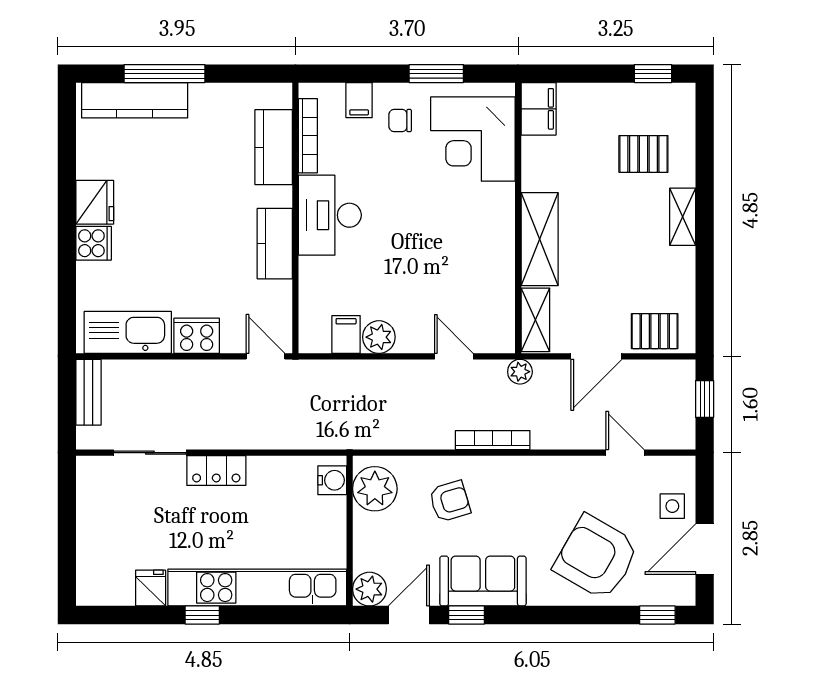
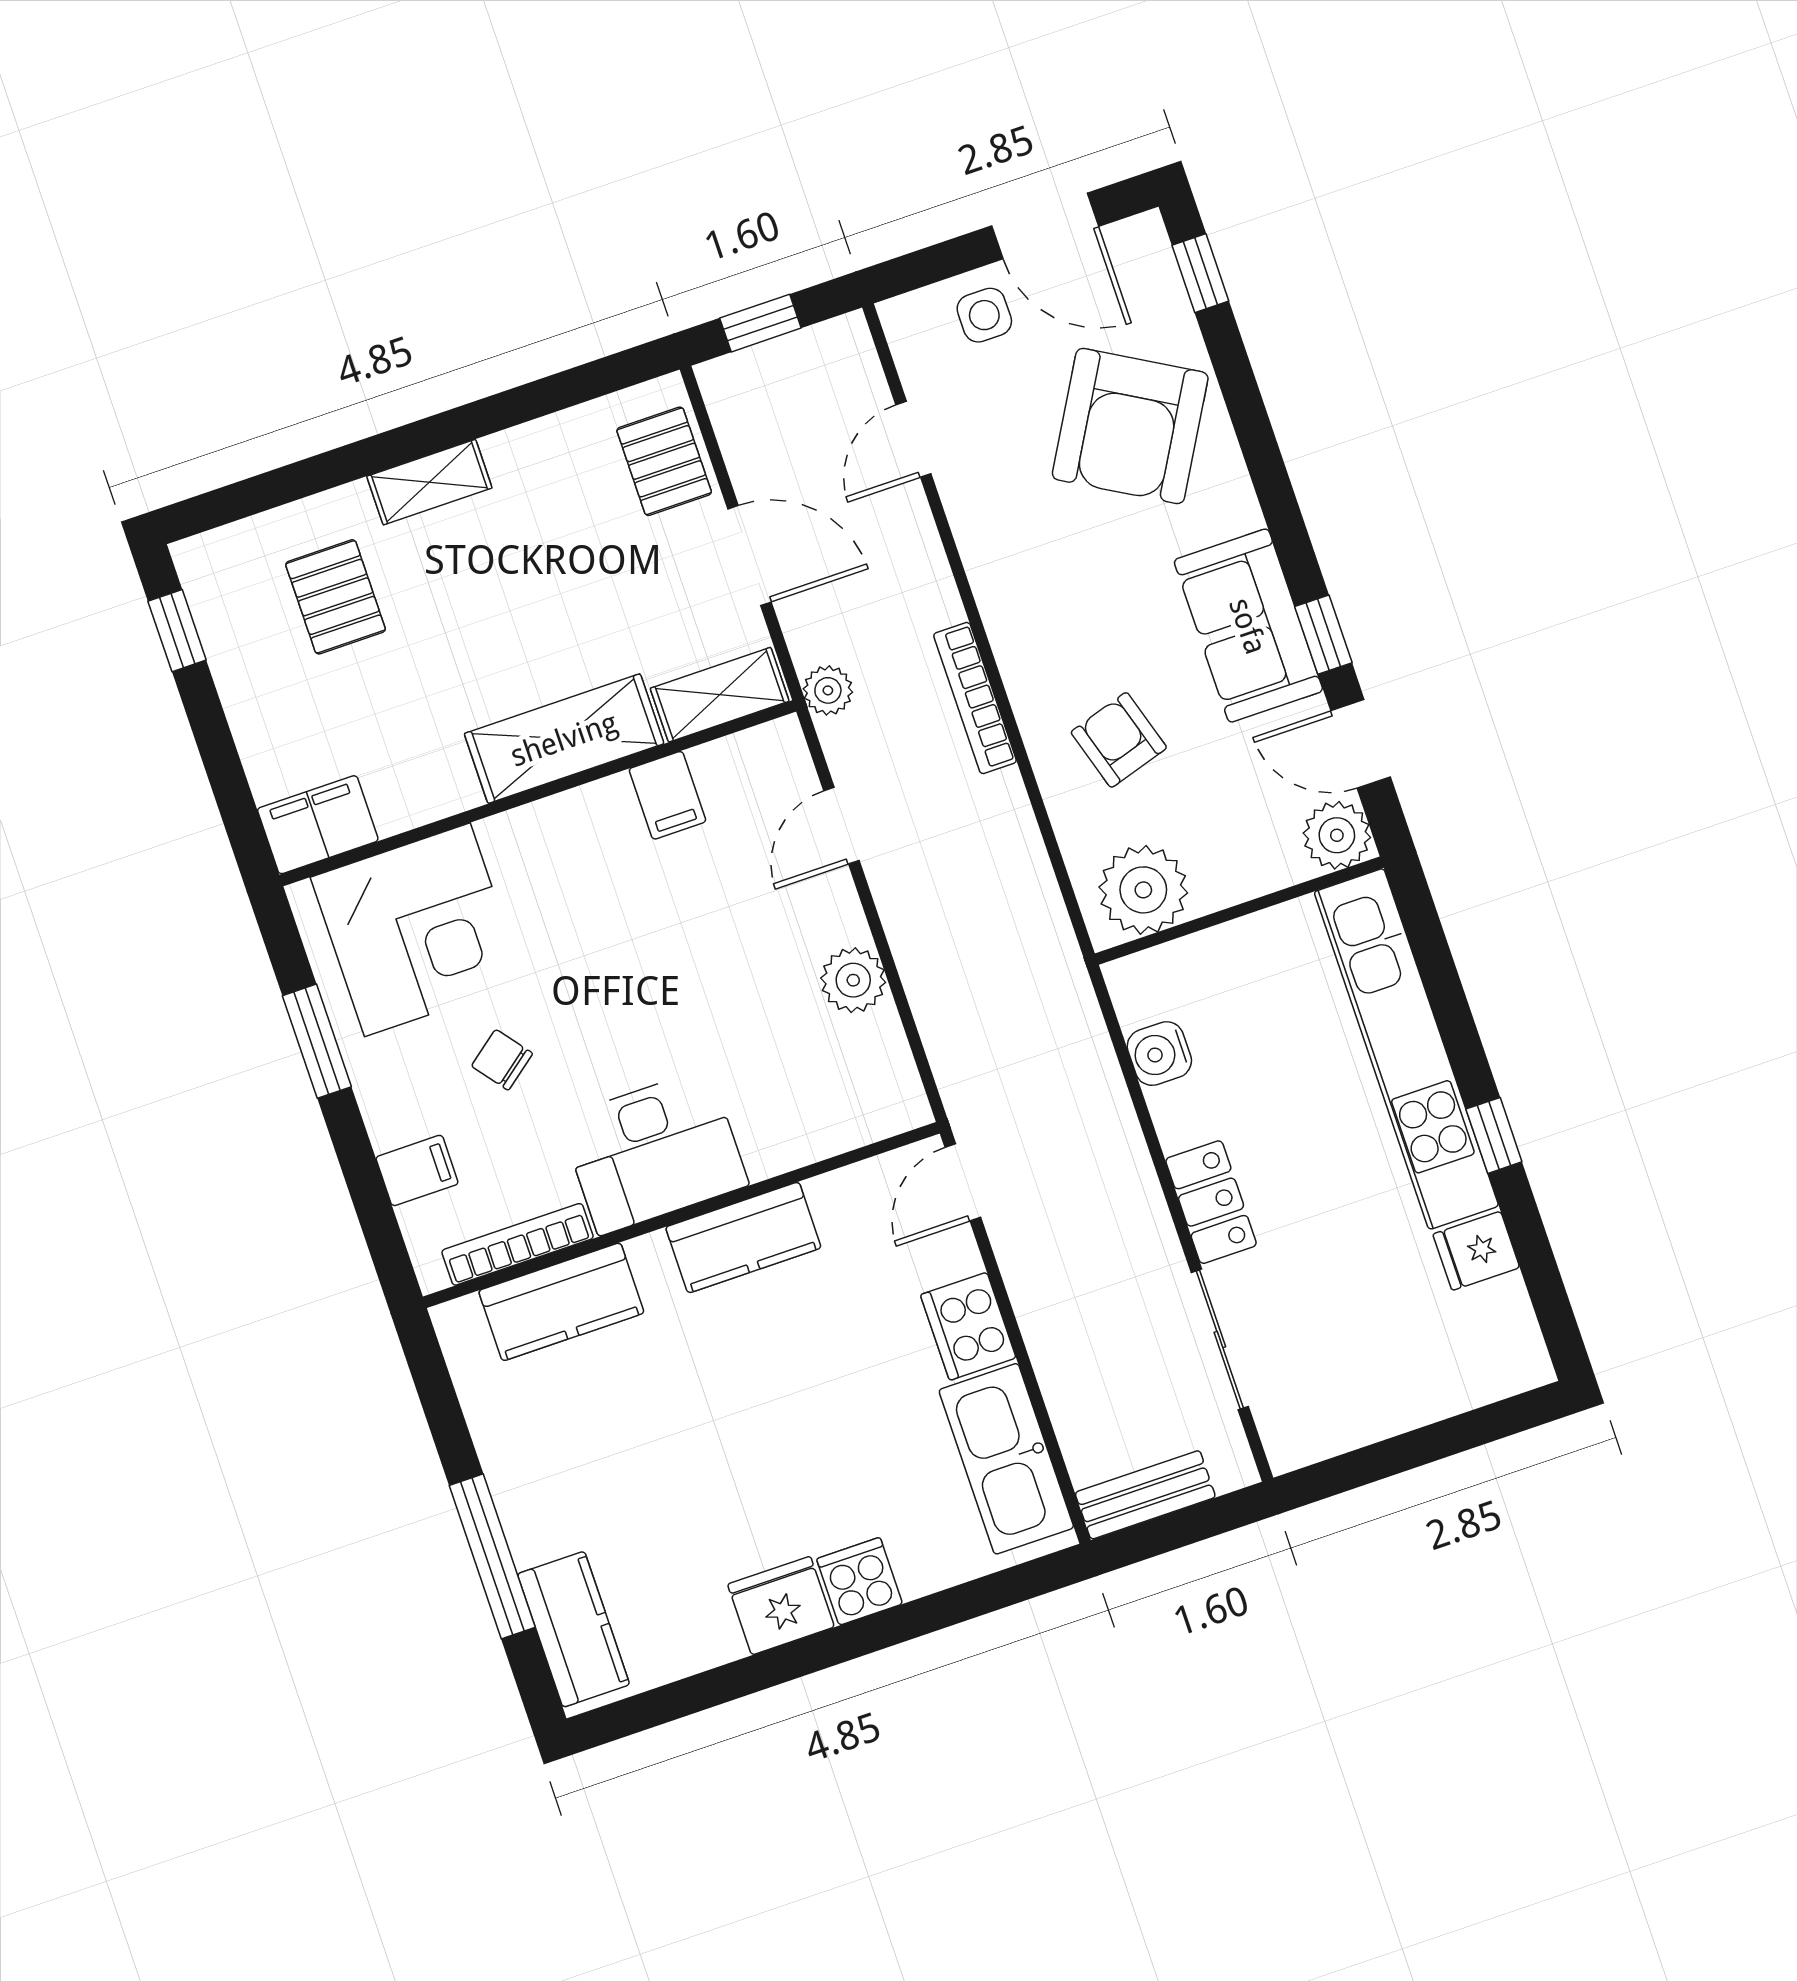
kitchen counter: (135, 100) -> (574, 1629), width x0.67
chair: (400, 121) -> (502, 1060), moved, turned 142
filing cabinet: (346, 334) -> (667, 795), moved, turned -90
water cooler: (332, 480) -> (1159, 1054), moved, turned -90

